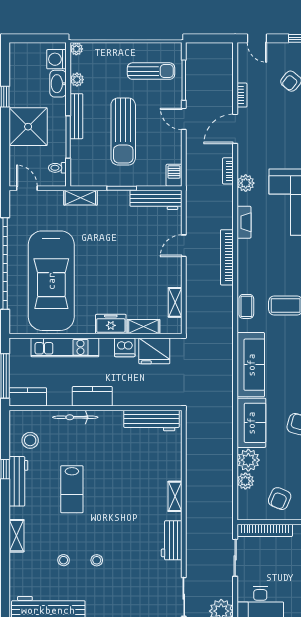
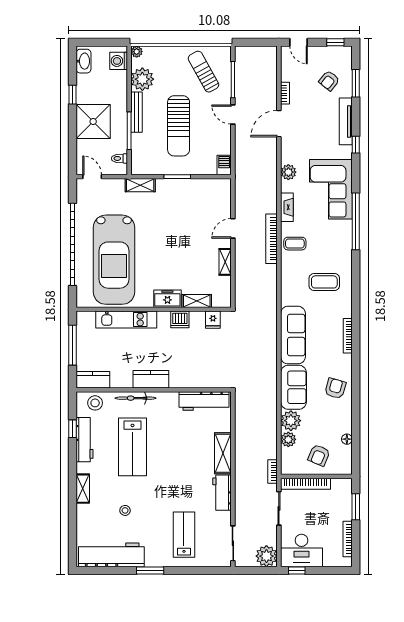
sun lounger: (151, 71) -> (203, 72), turned -119
plant: (77, 80) -> (142, 79), width x1.88, depth x1.88
washbasin: (58, 84) -> (84, 61), moved, turned 180
bookcase: (228, 171) -> (273, 471), moved
workbench: (156, 200) -> (208, 187), removed
shelving: (175, 302) -> (225, 262), moved
coffee table: (246, 306) -> (295, 244), moved, turned 90
fridge: (154, 351) -> (213, 320), width x0.53, depth x0.75
kitchen counter: (92, 396) -> (151, 379), moved
kitchen counter: (28, 397) -> (93, 380), moved
wall: (95, 408) -> (154, 390), moved
bicycle: (75, 417) -> (136, 398), moved
workbench: (151, 420) -> (204, 401), moved
lab bench: (72, 489) -> (132, 447), width x1.36, depth x1.39
shelving: (175, 496) -> (223, 453), width x1.50, depth x1.33
stool: (97, 560) -> (155, 511), removed
lab bench: (129, 587) -> (184, 535), added

